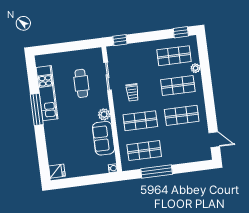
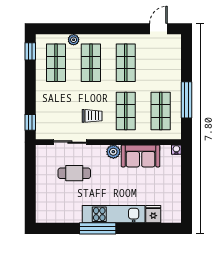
kitchen unit: (47, 93) -> (114, 214), moved
fridge: (57, 171) -> (153, 214), moved

